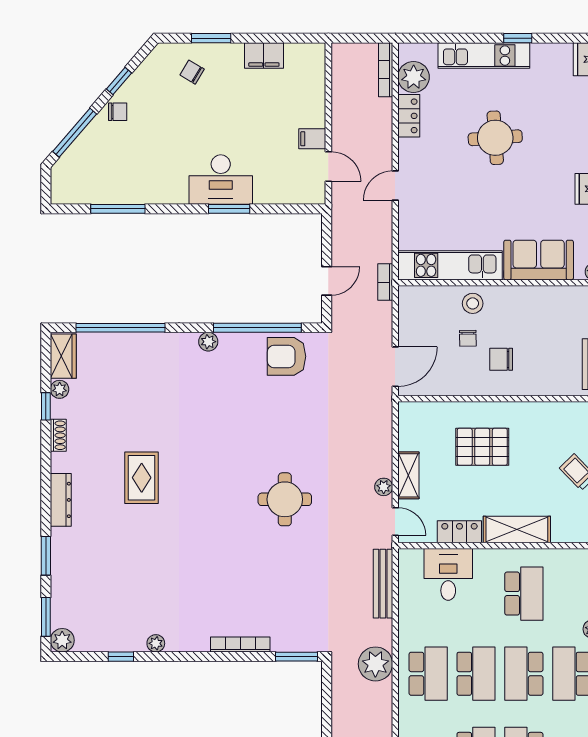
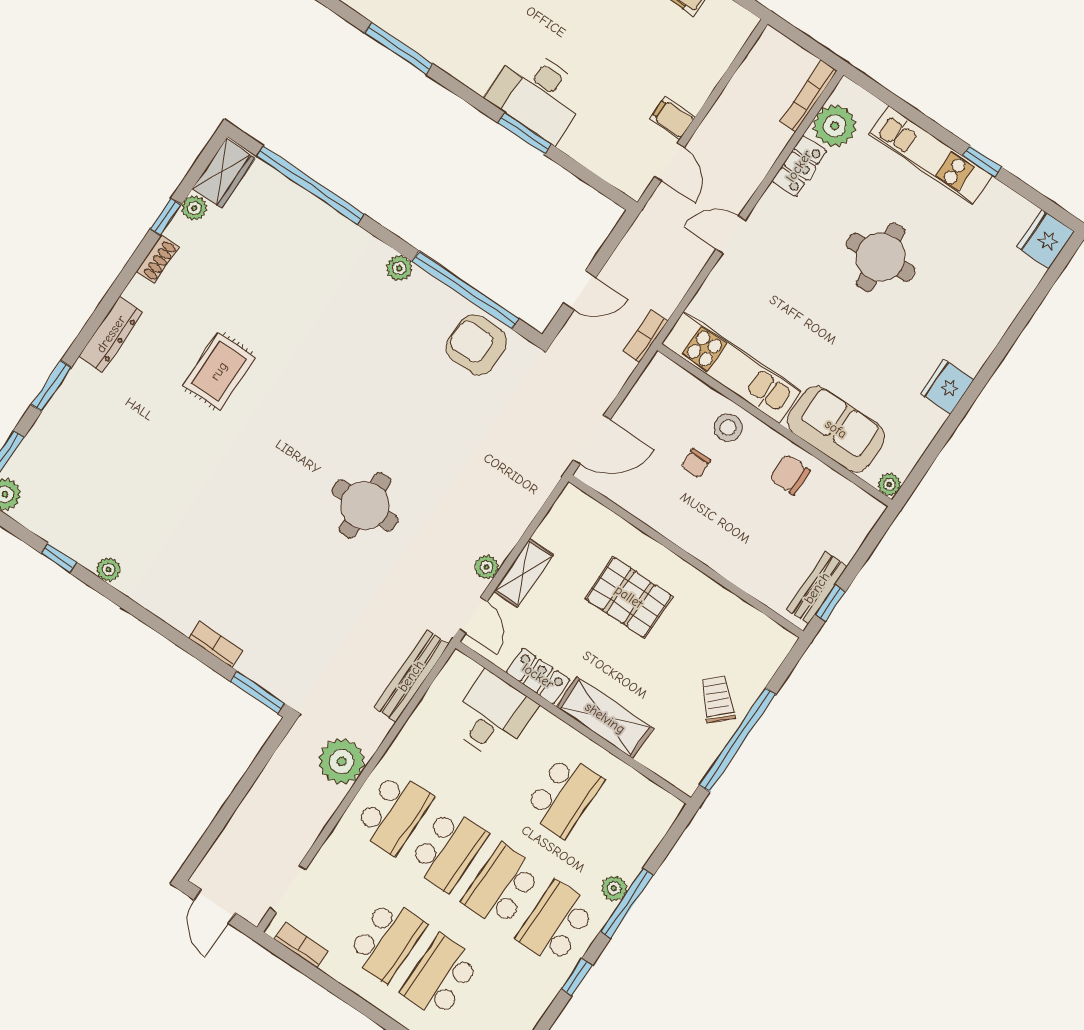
chair: (501, 359) -> (790, 475), moved
bookcase: (240, 645) -> (215, 644), width x0.64

